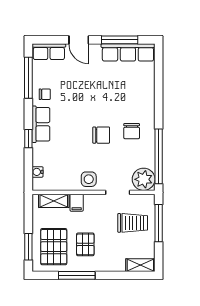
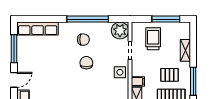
row of seats: (128, 52) -> (38, 29), moved, turned 90
window: (159, 156) -> (88, 19), moved
window: (159, 223) -> (166, 19), moved
shelving: (140, 265) -> (185, 50), moved

